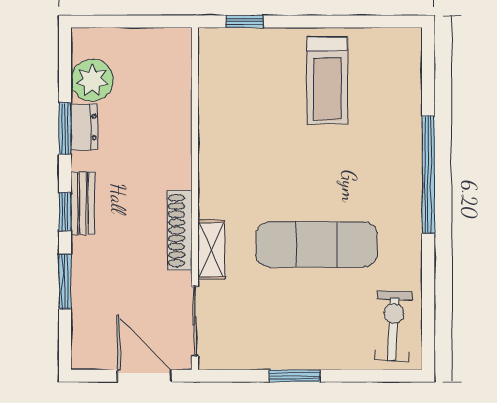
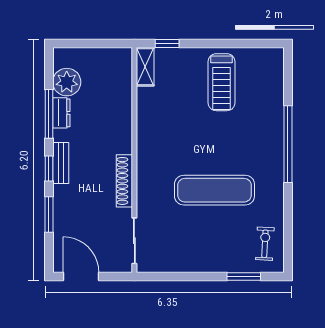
window: (65, 129) -> (49, 114), width x1.44
shelving: (211, 250) -> (145, 67), moved
exercise bike: (393, 326) -> (265, 244), width x0.73, depth x0.72
door: (144, 376) -> (81, 277), moved
window: (295, 376) -> (244, 277), moved

